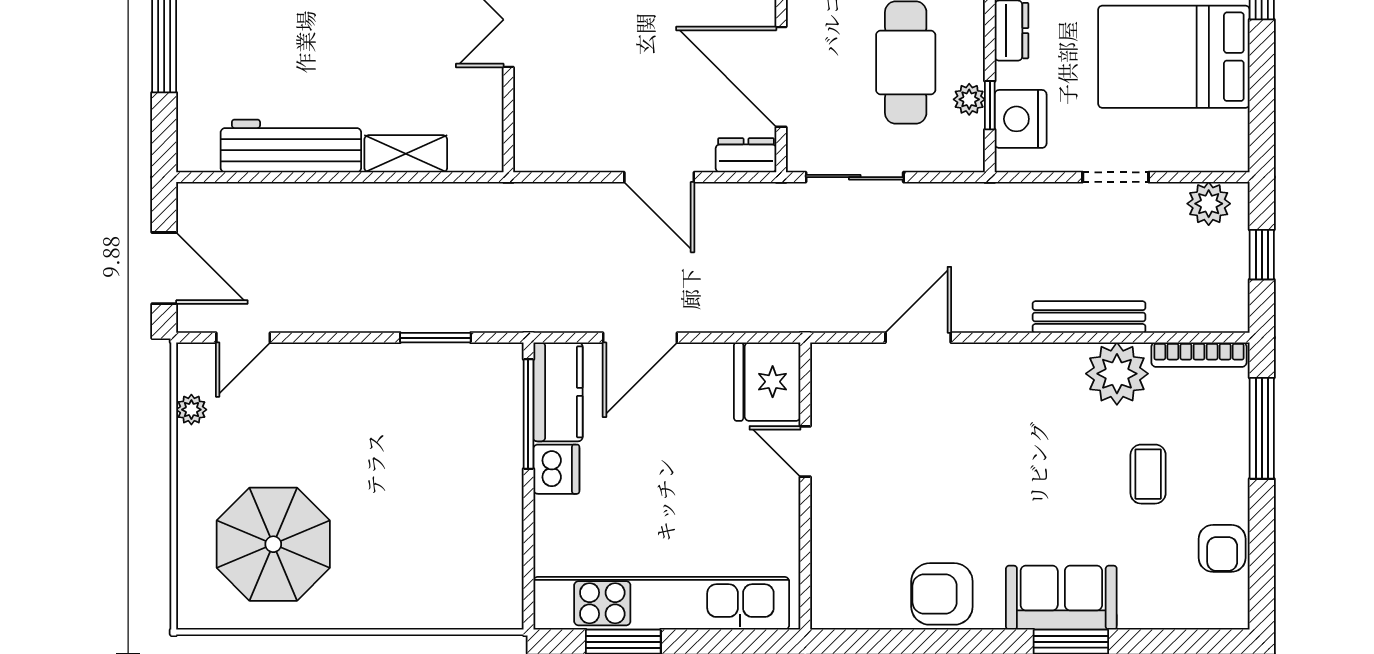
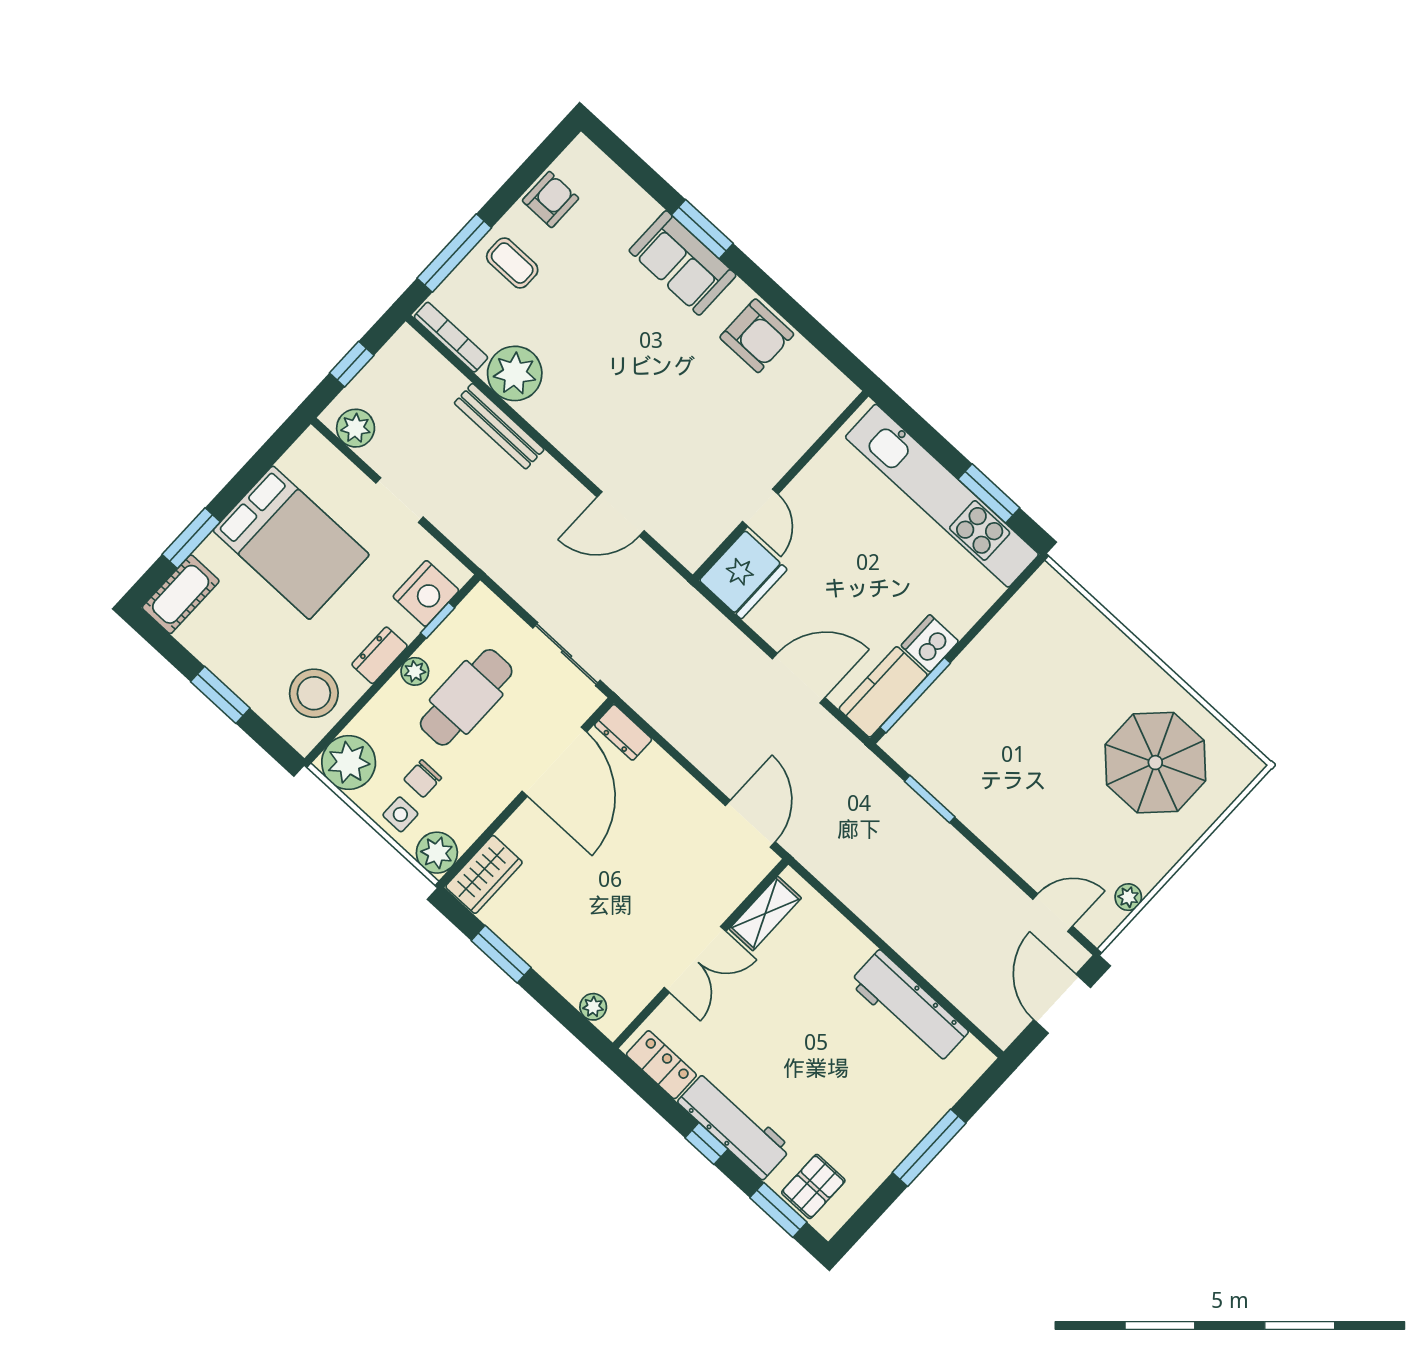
plant: (969, 99) -> (415, 671), moved
shelving: (406, 154) -> (765, 913), moved, turned 90
door: (659, 177) -> (750, 824), moved
coffee table: (1148, 474) -> (512, 263), moved, turned 90

